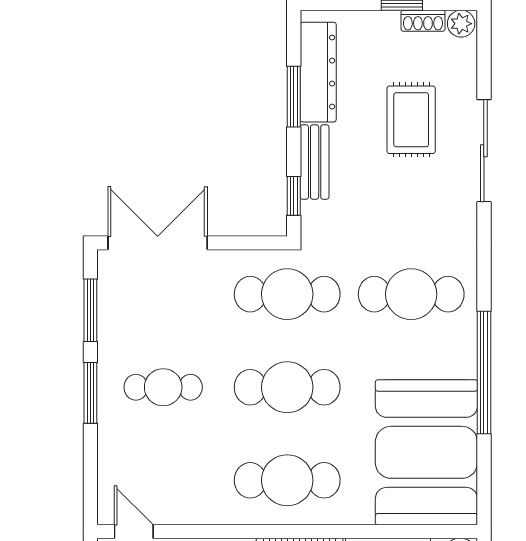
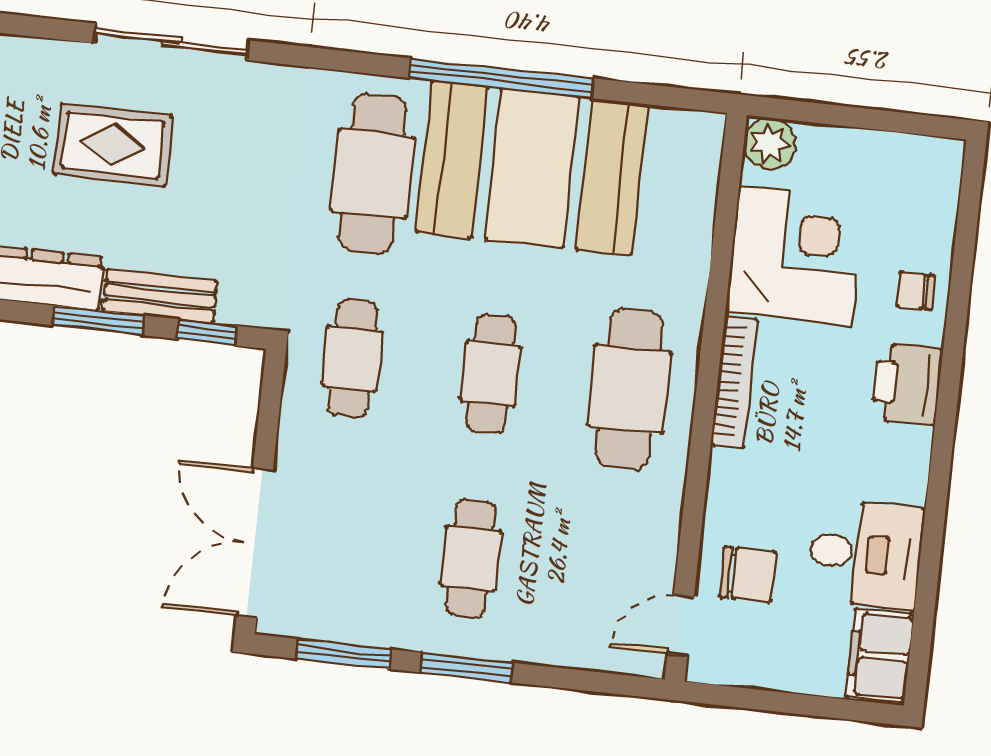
window: (294, 97) -> (98, 320), moved
cafe table: (287, 294) -> (352, 358), width x0.73, depth x0.74
cafe table: (287, 387) -> (491, 374), width x0.73, depth x0.74
booth: (426, 452) -> (532, 168), moved

